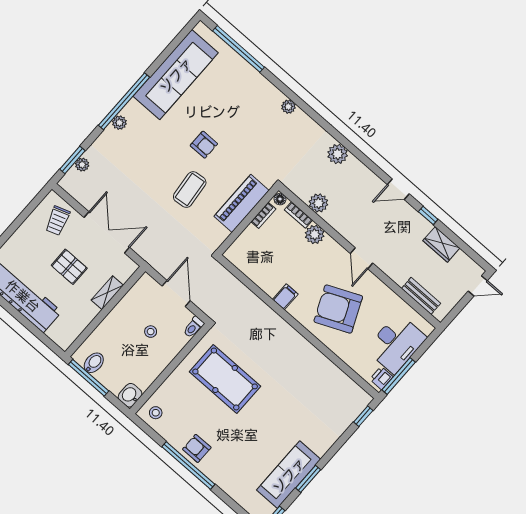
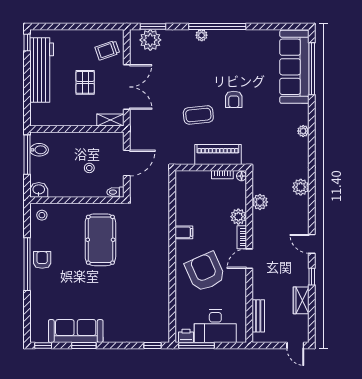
sofa: (176, 75) -> (294, 67), moved, turned 90
plant: (82, 165) -> (150, 40), width x1.88, depth x1.88
bookcase: (298, 215) -> (242, 237), moved
shelving: (107, 293) -> (110, 120), moved

